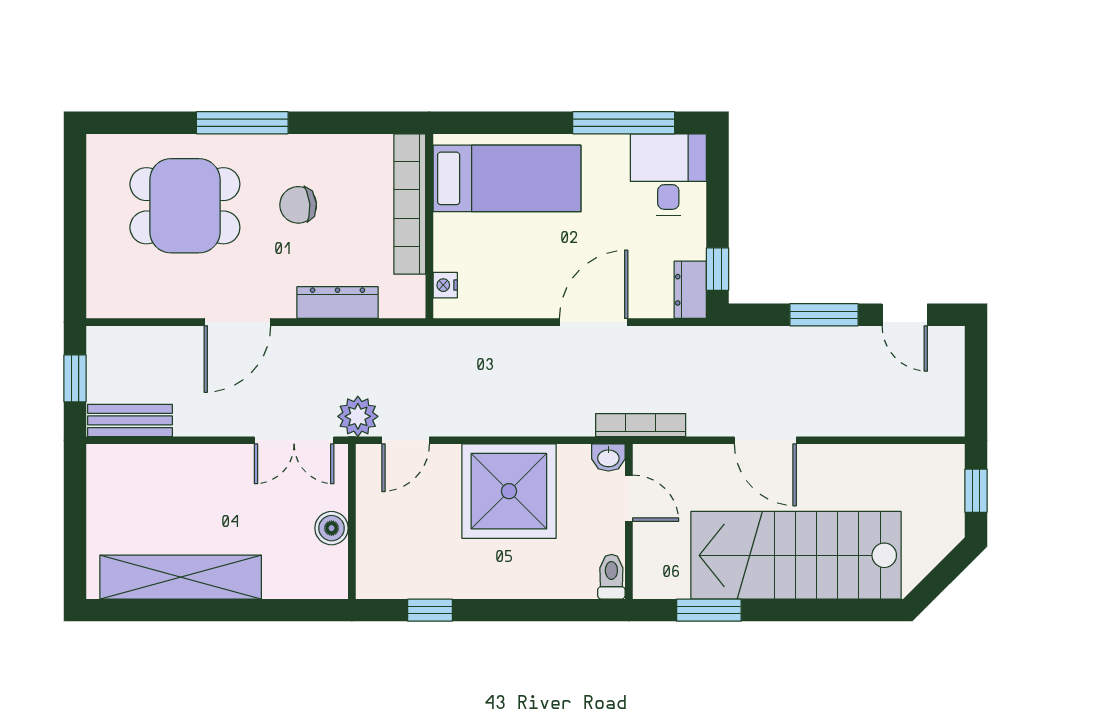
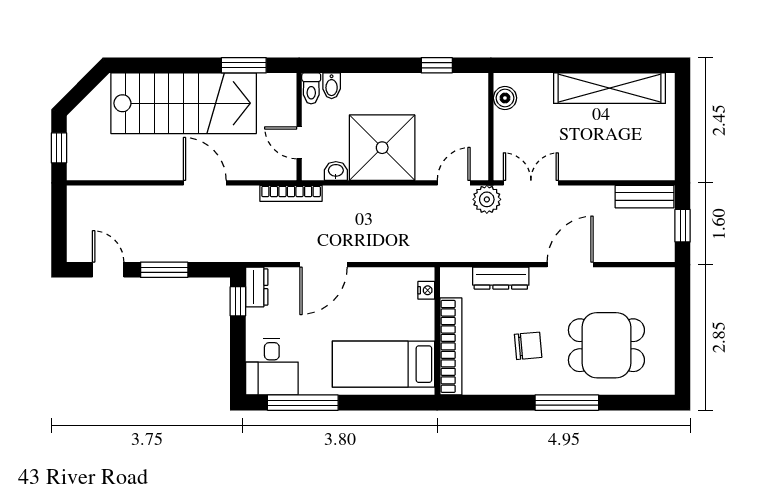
washbasin: (608, 458) -> (336, 171), moved
boiler: (332, 528) -> (505, 98), moved
bidet: (582, 581) -> (332, 86), added

